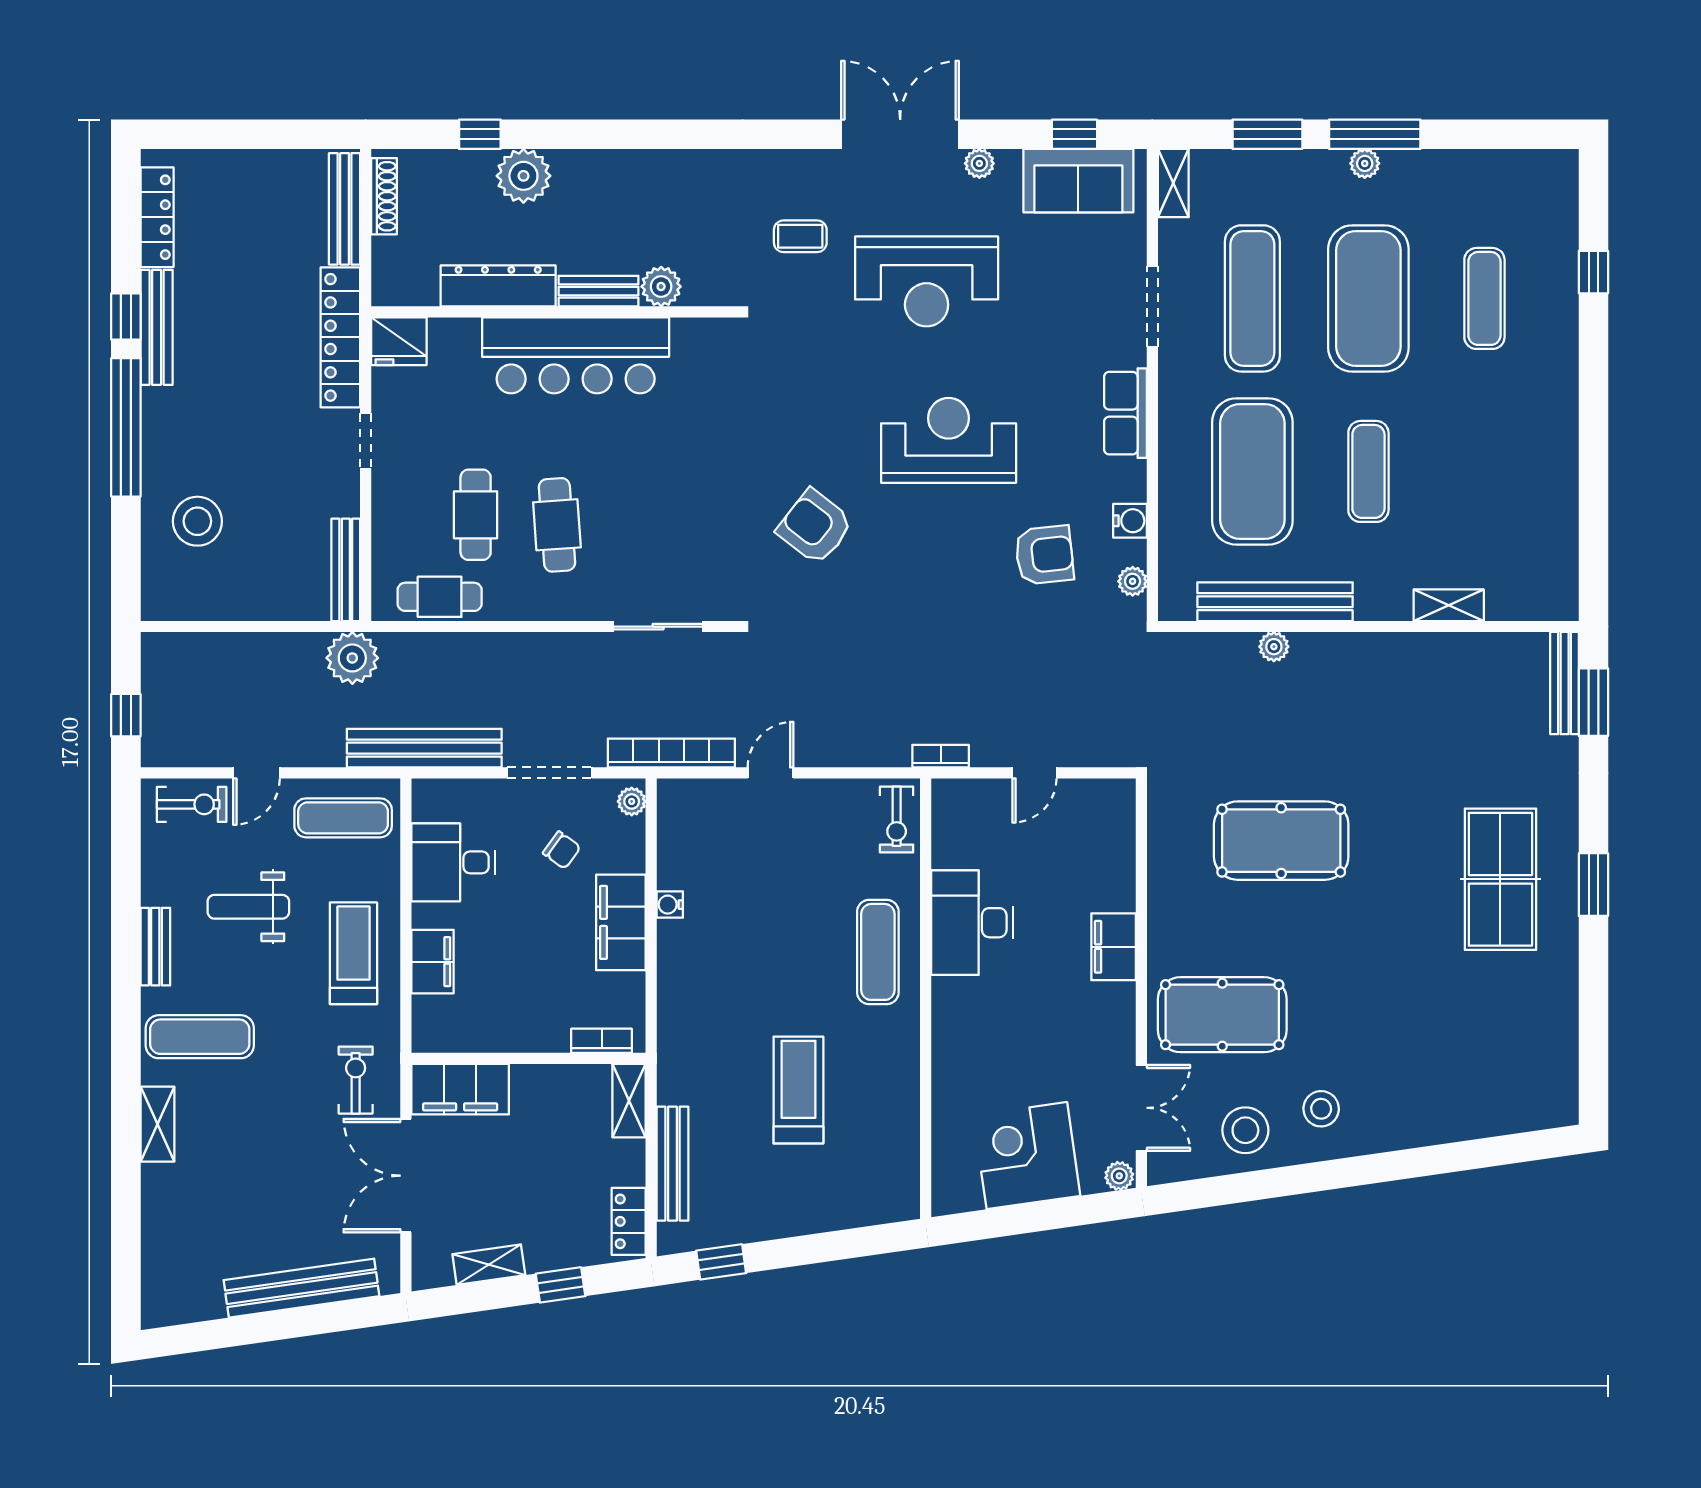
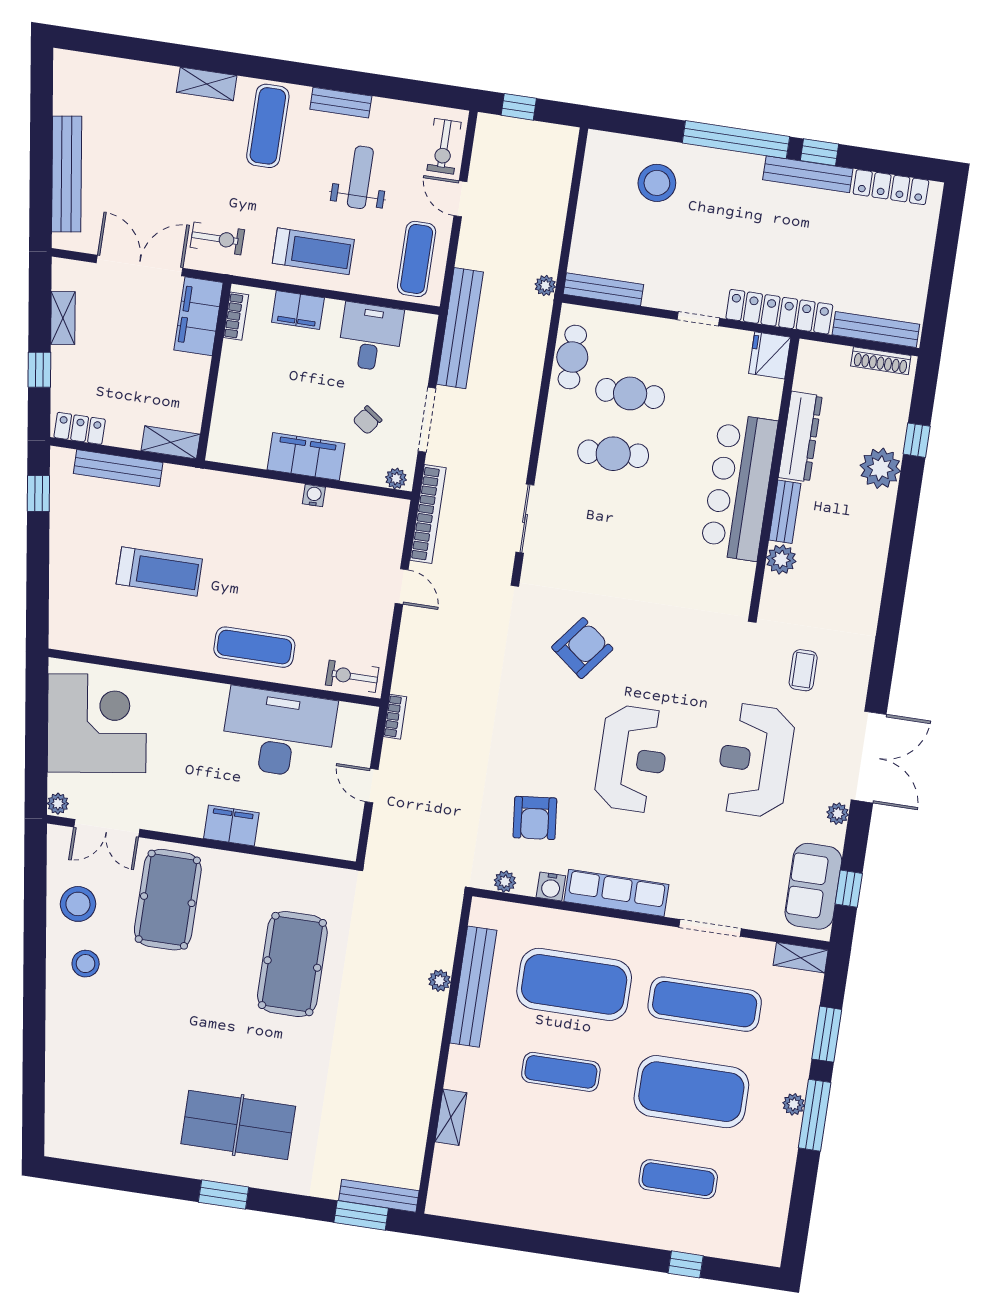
row of seats: (1126, 413) -> (616, 893), width x1.48
plant: (352, 658) -> (545, 286), width x0.53, depth x0.53
desk: (972, 923) -> (279, 733), width x1.36, depth x1.30
bookcase: (602, 1041) -> (236, 316), moved
corner desk: (1027, 1156) -> (97, 723), width x1.36, depth x1.36

